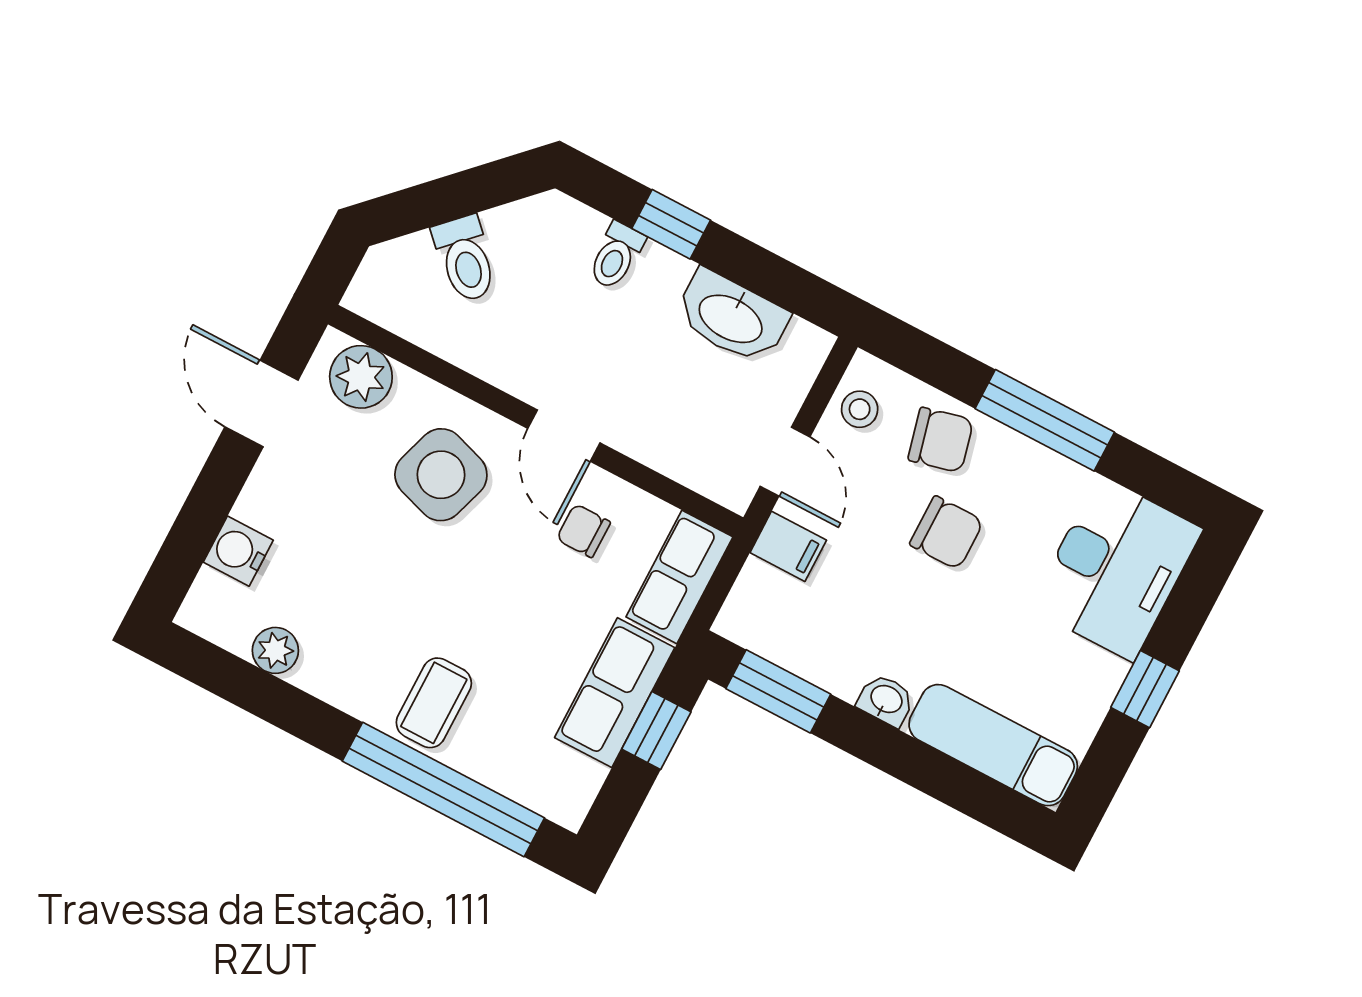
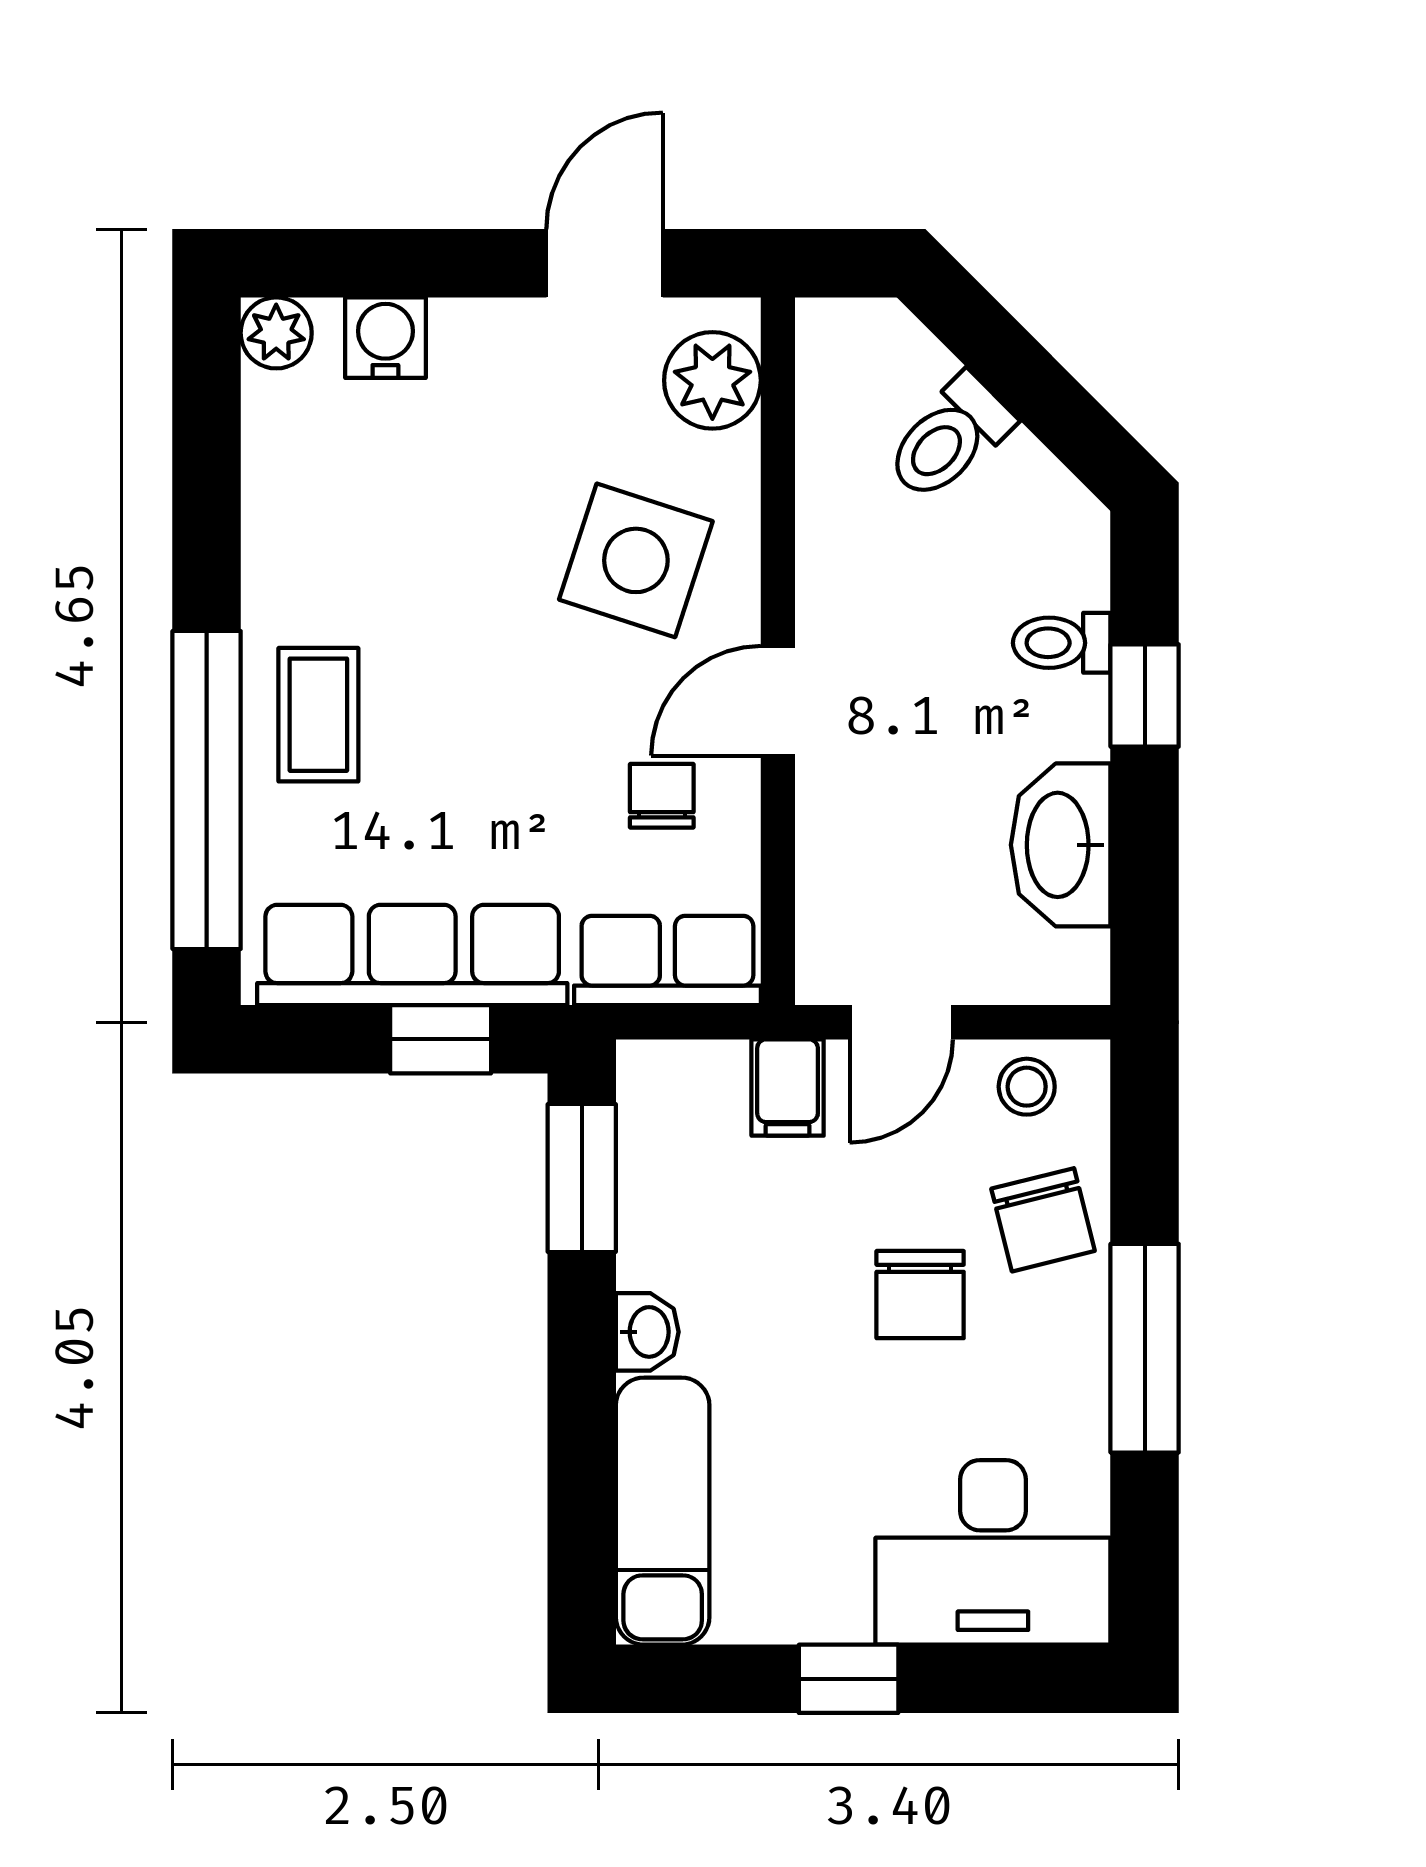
plant: (275, 650) -> (276, 333), moved
row of seats: (615, 693) -> (412, 955), width x1.48
coffee table: (434, 703) -> (318, 715), turned 90

